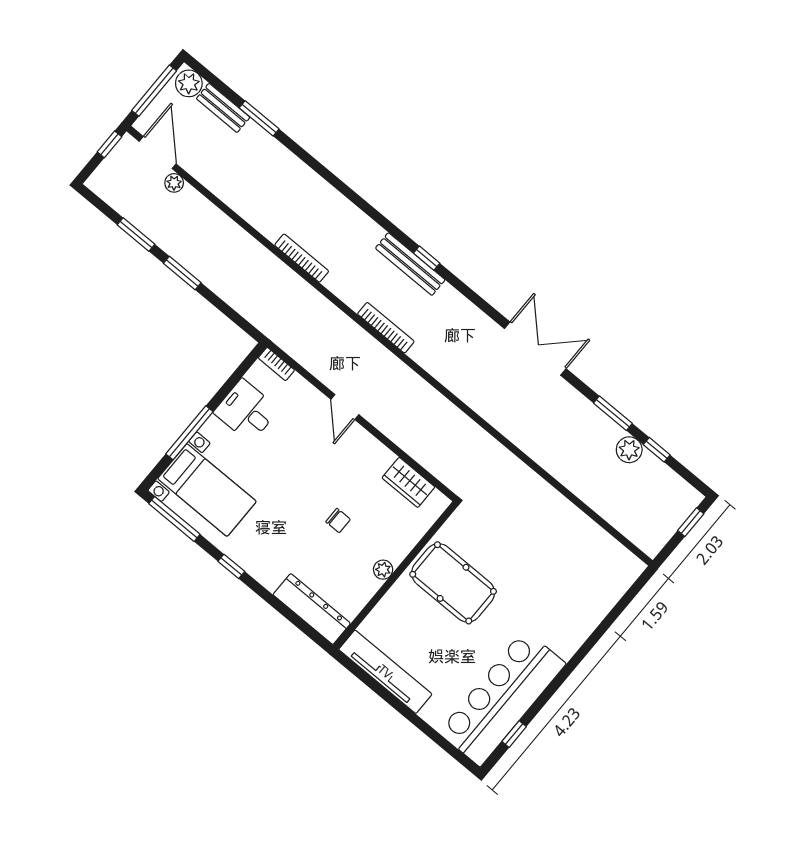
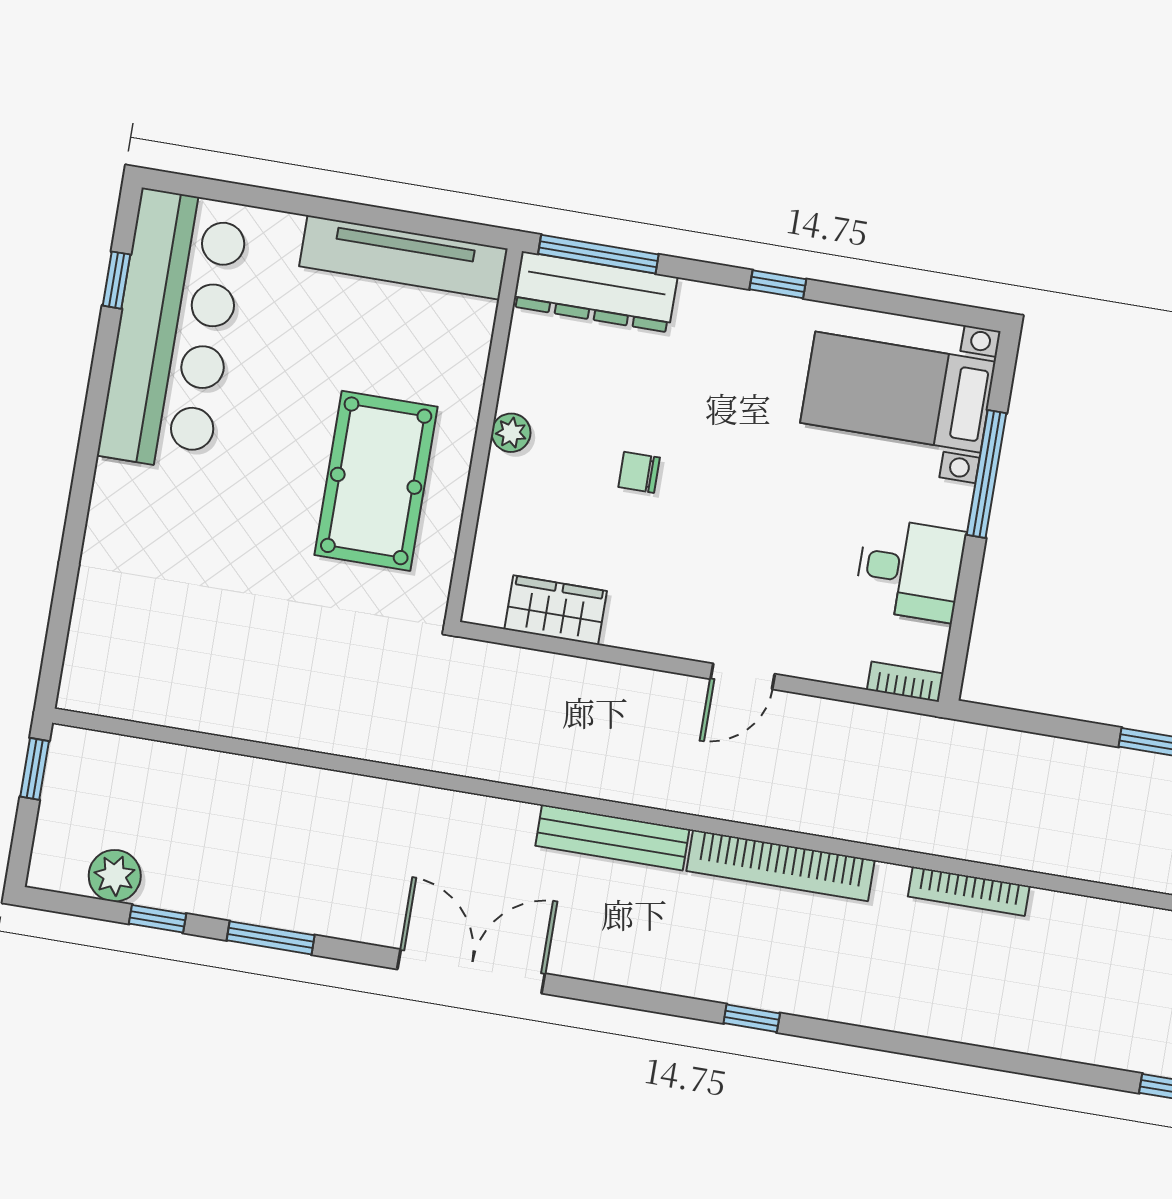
bench: (410, 264) -> (612, 838), moved
bookcase: (386, 328) -> (781, 866), width x1.48, depth x1.31
double door: (535, 349) -> (471, 971), swing flipped
door: (345, 407) -> (743, 676), swing flipped
plant: (629, 450) -> (115, 876), moved
window: (174, 519) -> (598, 254), moved
window: (691, 522) -> (35, 769), moved
pool table: (453, 583) -> (376, 481), turned 90

